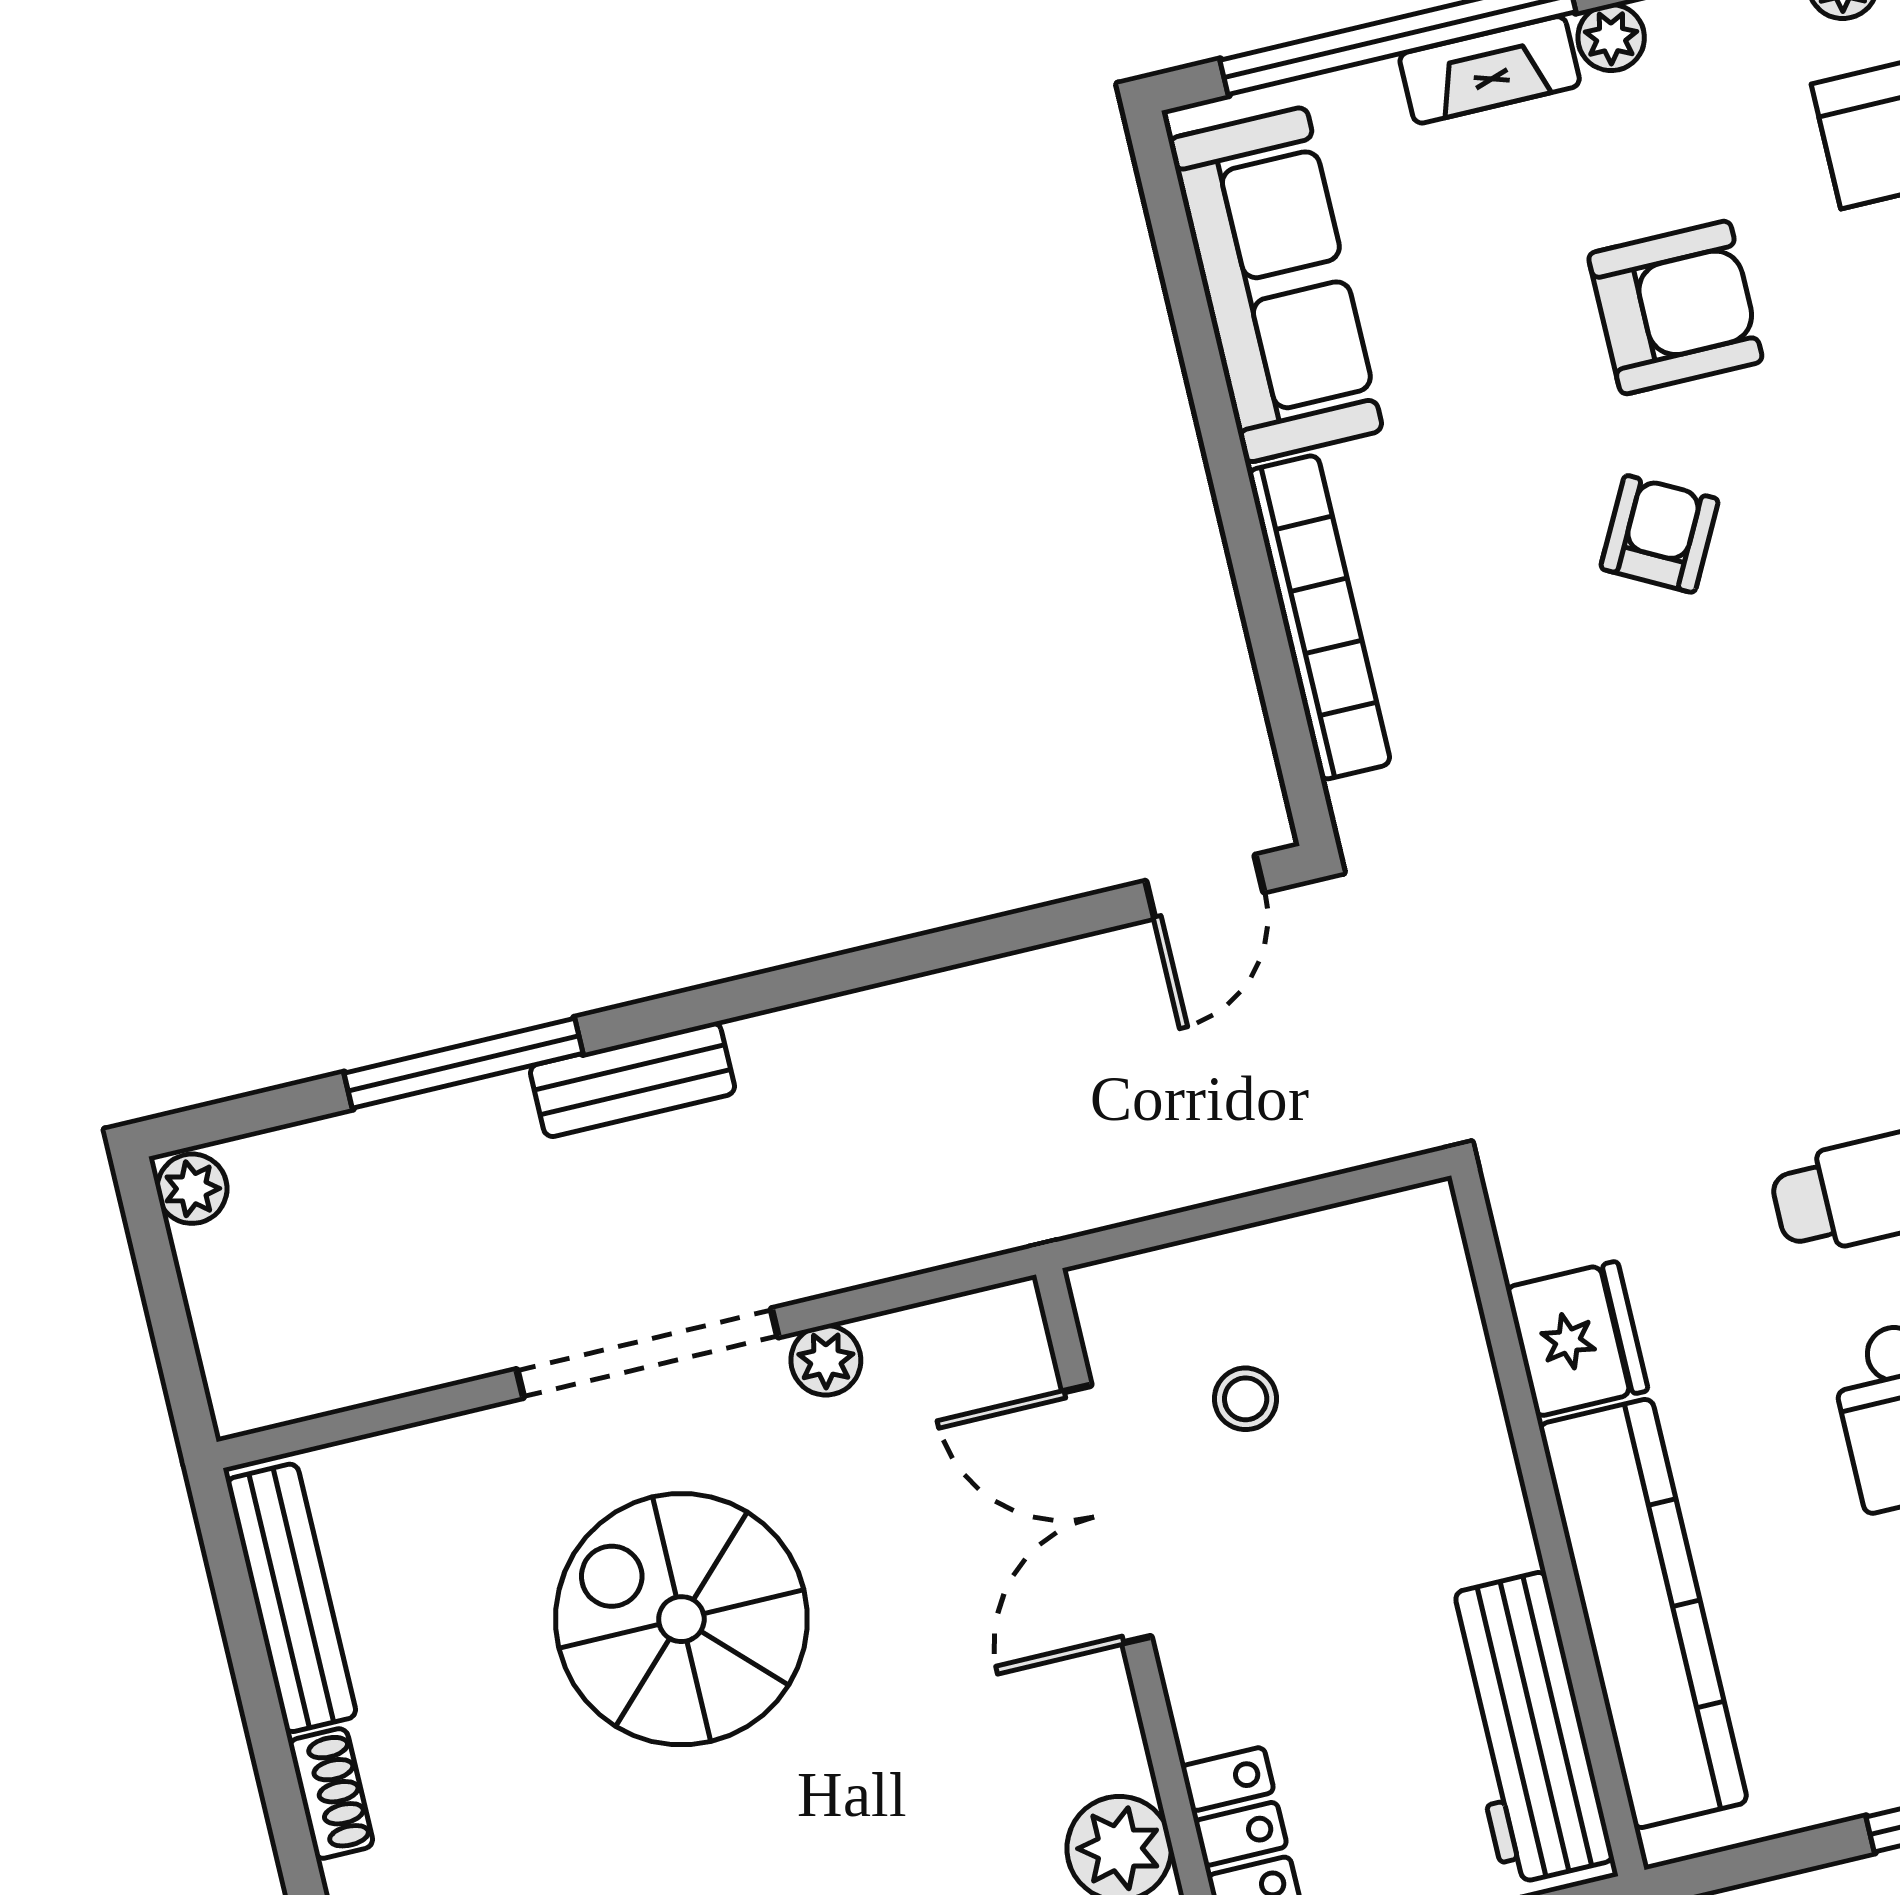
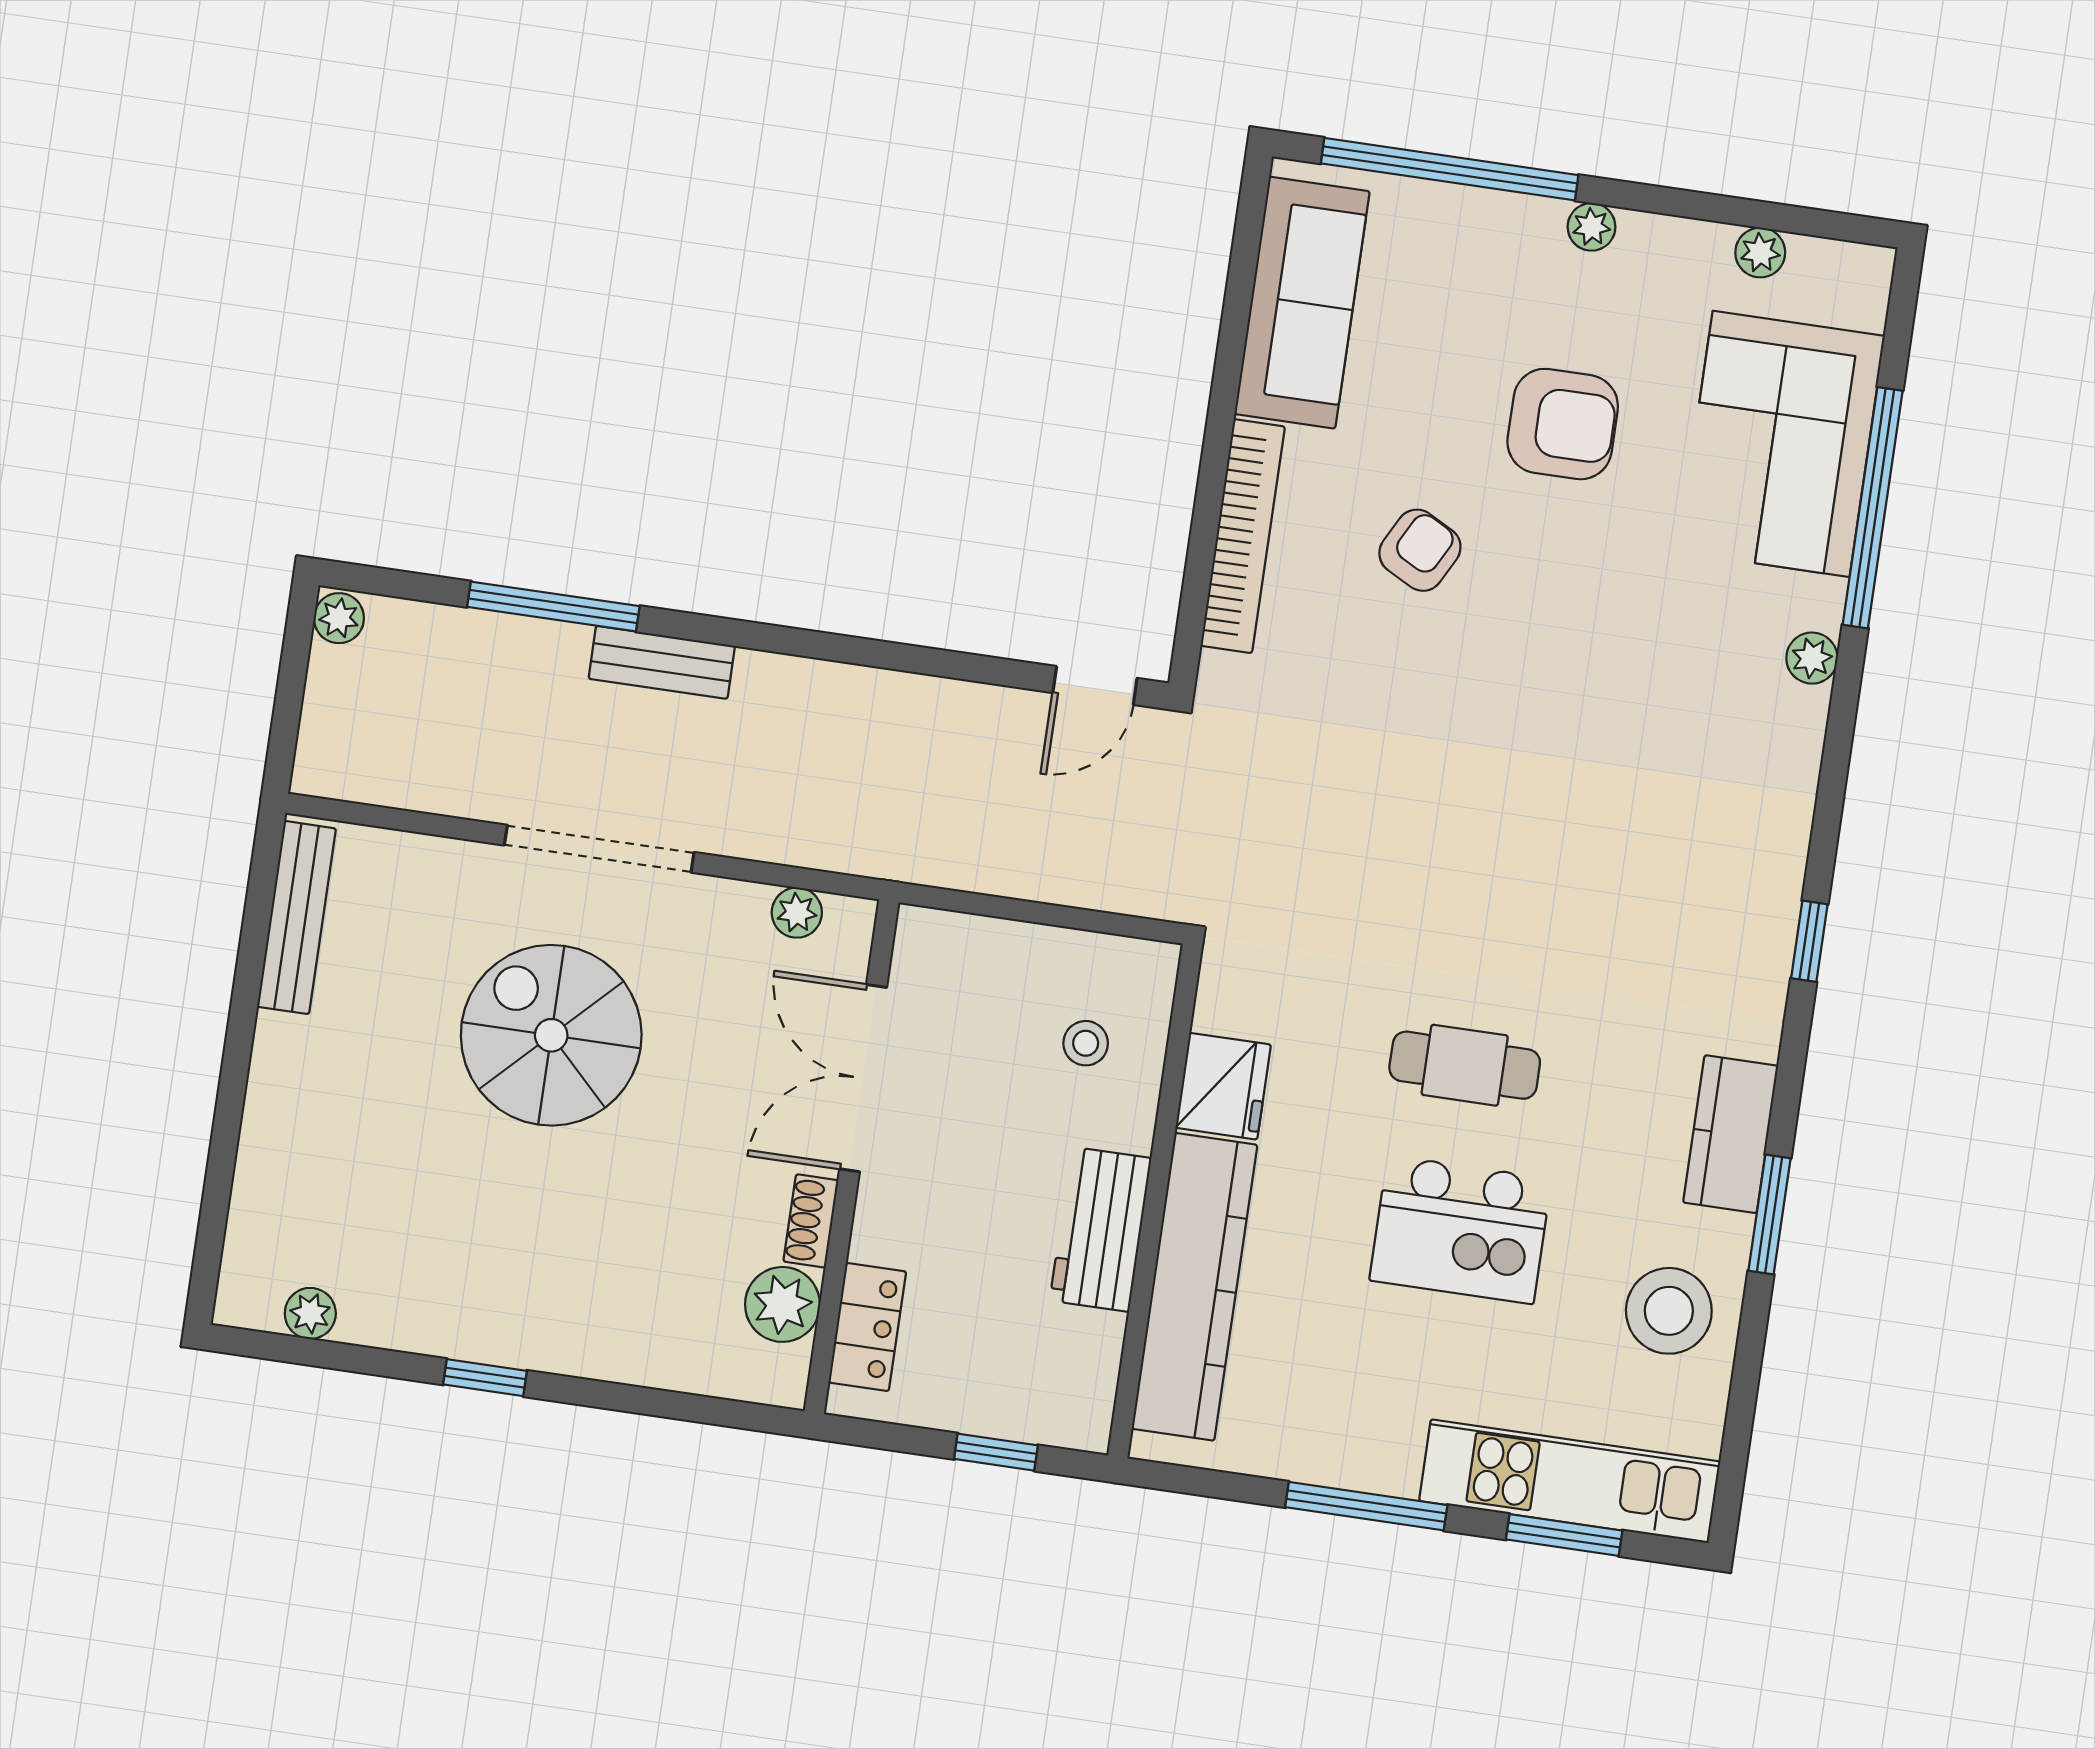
fireplace: (1490, 70) -> (1502, 216), removed
armchair: (1660, 534) -> (1420, 550), moved
plant: (826, 1360) -> (797, 913), moved
stool: (1246, 1399) -> (1086, 1043), moved
workbench: (1526, 1728) -> (1101, 1229), moved, width x0.73
shoe rack: (331, 1793) -> (811, 1221), moved, turned 180

